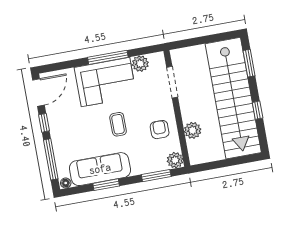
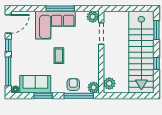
plant: (140, 64) -> (93, 17), moved
armchair: (160, 130) -> (73, 85), moved
plant: (193, 130) -> (109, 83), moved
sofa: (100, 169) -> (35, 84), width x0.73
window: (156, 176) -> (79, 96), width x1.44

